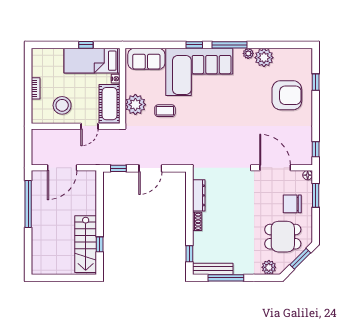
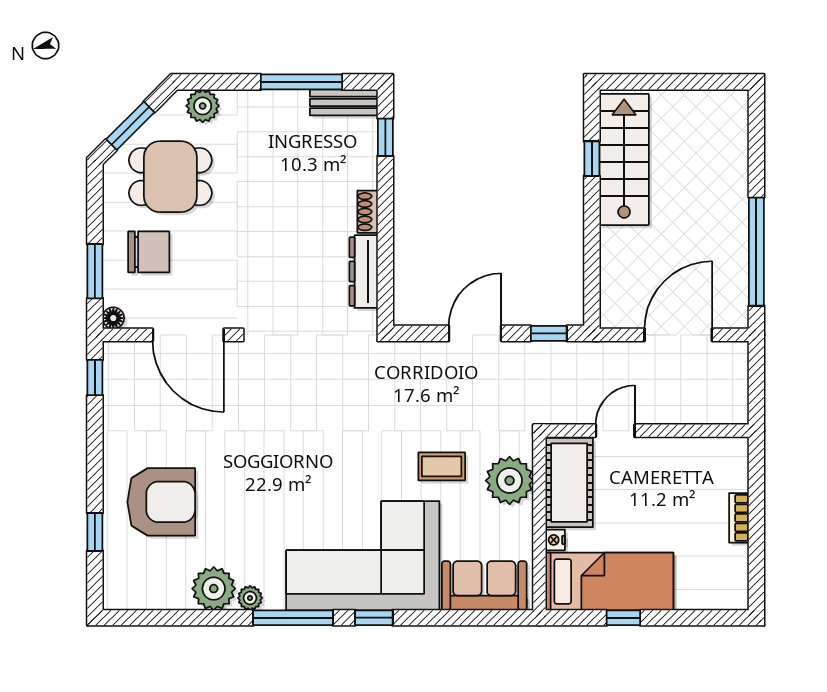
armchair: (287, 95) -> (161, 502), turned 180
stool: (62, 105) -> (678, 479), removed
bench: (213, 269) -> (344, 102), width x0.73

